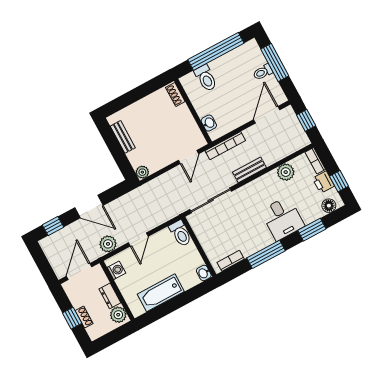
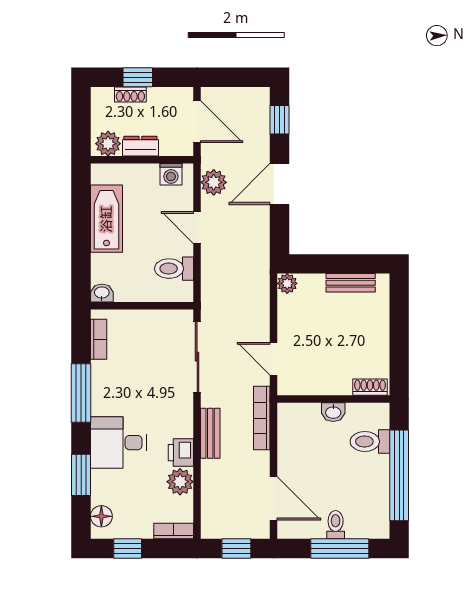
washbasin: (209, 123) -> (333, 412), moved
printer: (323, 182) -> (181, 453), moved, turned -90
toilet: (180, 233) -> (174, 269), moved

